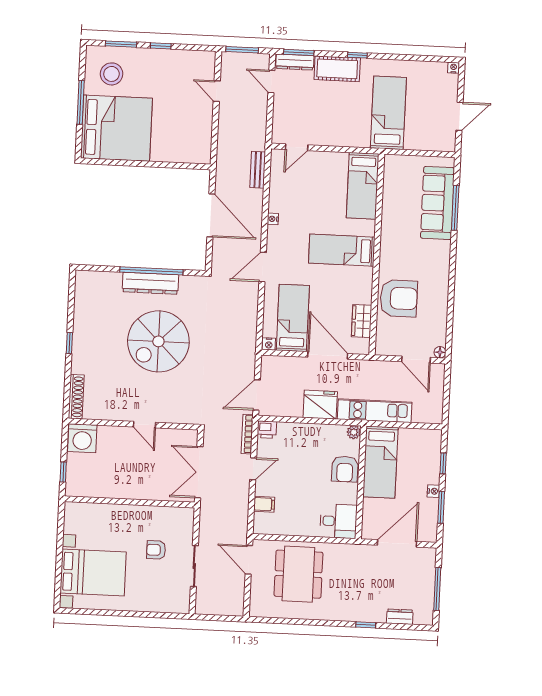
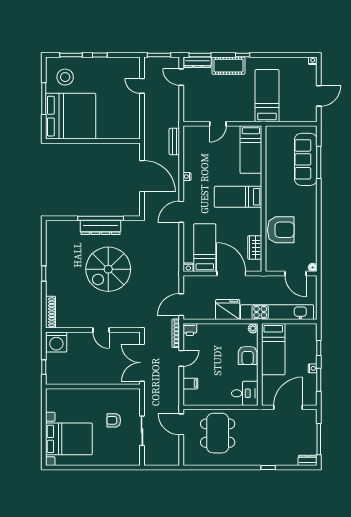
door: (297, 147) -> (218, 124), moved
kitchen unit: (375, 411) -> (277, 312), width x1.36
dresser: (400, 617) -> (307, 460), moved

